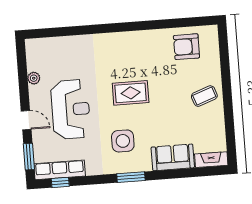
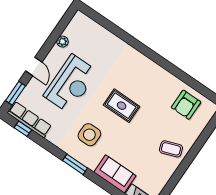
armchair: (186, 47) -> (186, 105), turned -90

